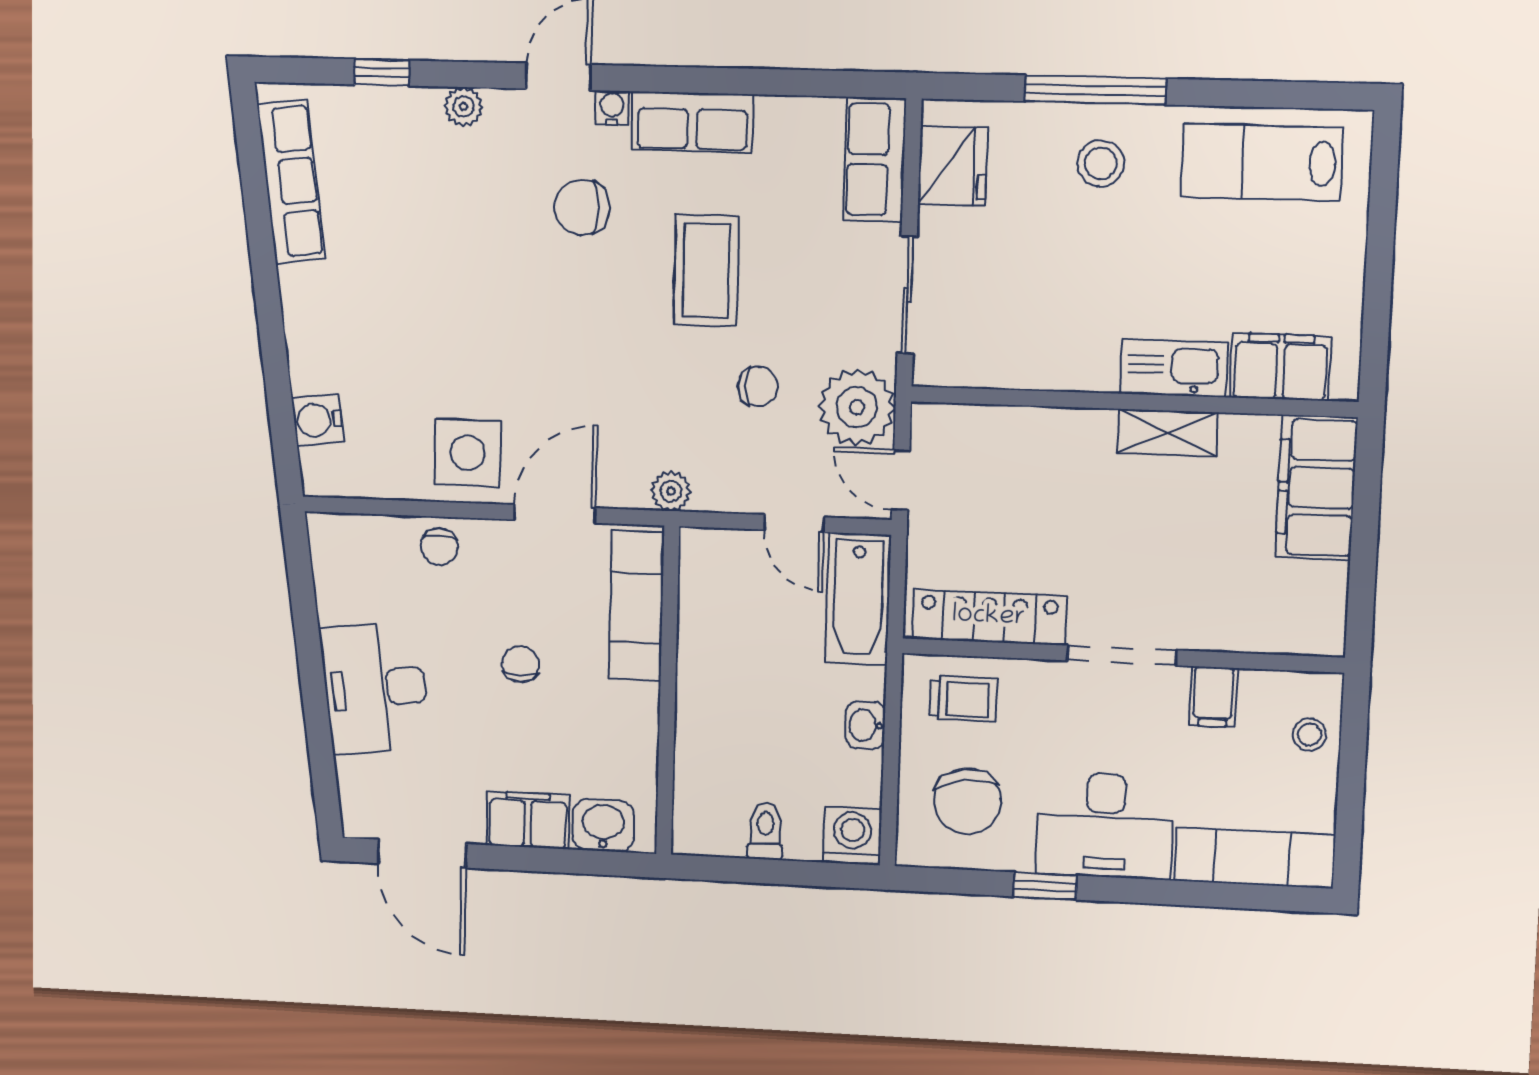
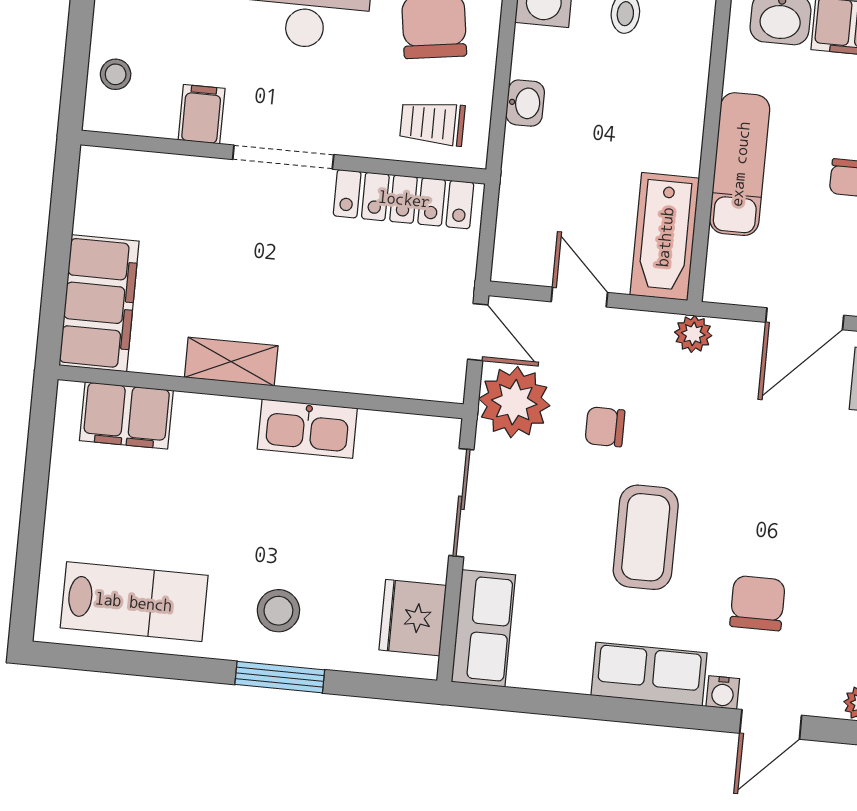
window: (1095, 90) -> (280, 677), width x0.69
chair: (582, 207) -> (758, 603), turned -90
kitchen sink: (1174, 368) -> (307, 429), moved
bathtub: (858, 599) -> (665, 237), moved, turned 180
exam couch: (636, 606) -> (740, 164), moved

